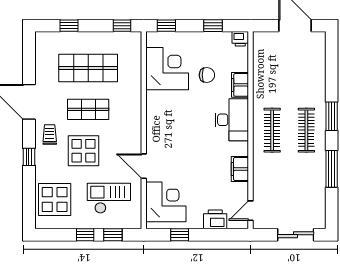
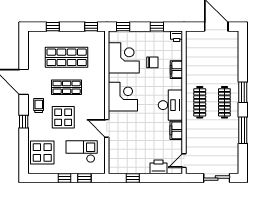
desk: (232, 120) -> (170, 105), moved
corner desk: (166, 202) -> (123, 97), moved

